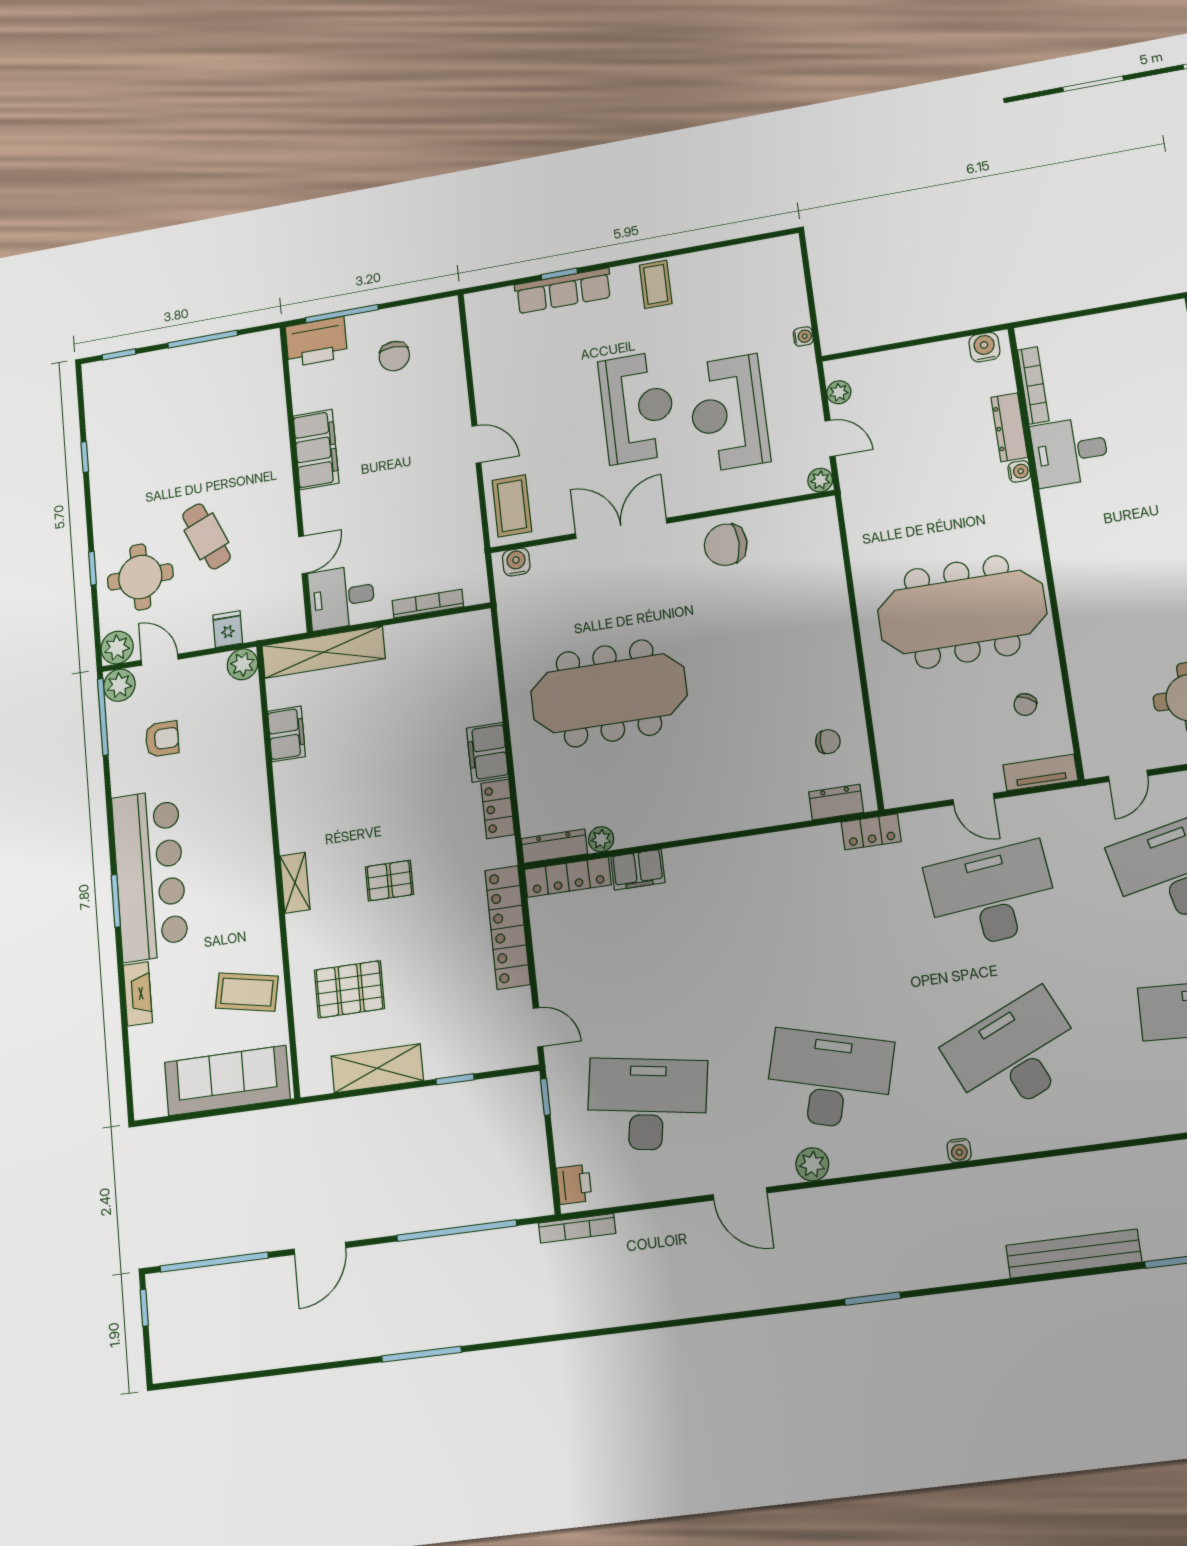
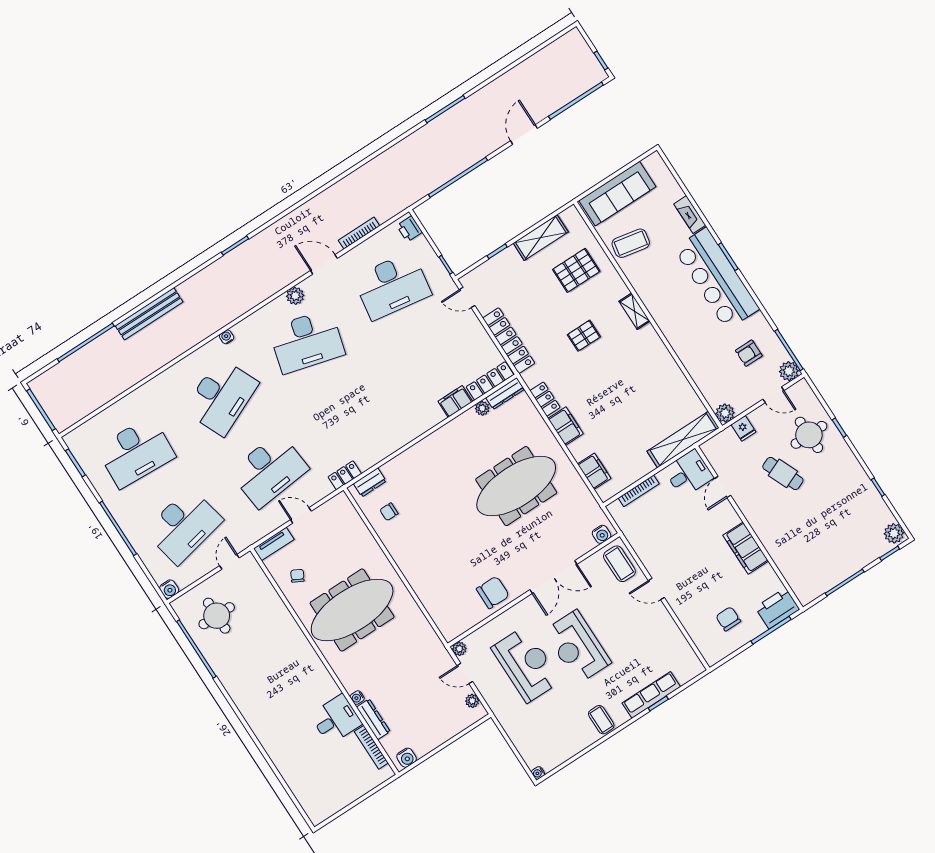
water cooler: (803, 336) -> (538, 773), moved
plant: (117, 648) -> (894, 533), moved
filing cabinet: (286, 734) -> (594, 471), moved, turned 180
bookcase: (577, 1228) -> (359, 233), moved

